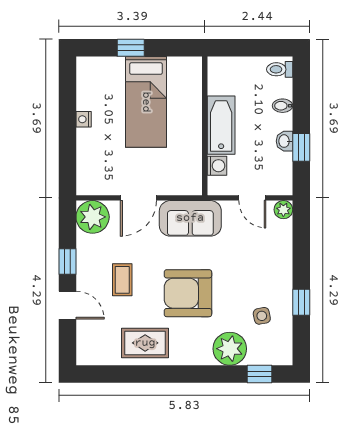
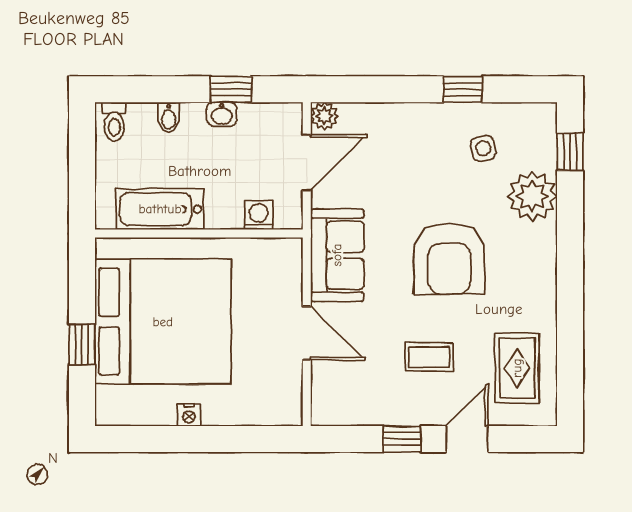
bed: (146, 102) -> (163, 322), width x2.04
bathtub: (221, 125) -> (160, 209), moved
door: (252, 198) -> (307, 162), width x1.38
plant: (93, 217) -> (335, 402), removed
rug: (145, 343) -> (517, 368), moved

